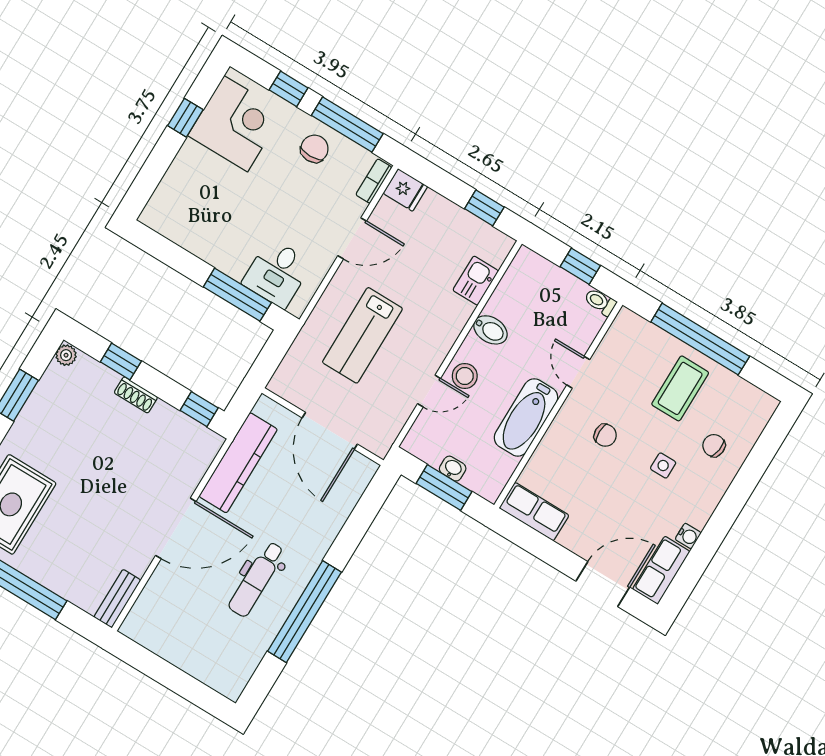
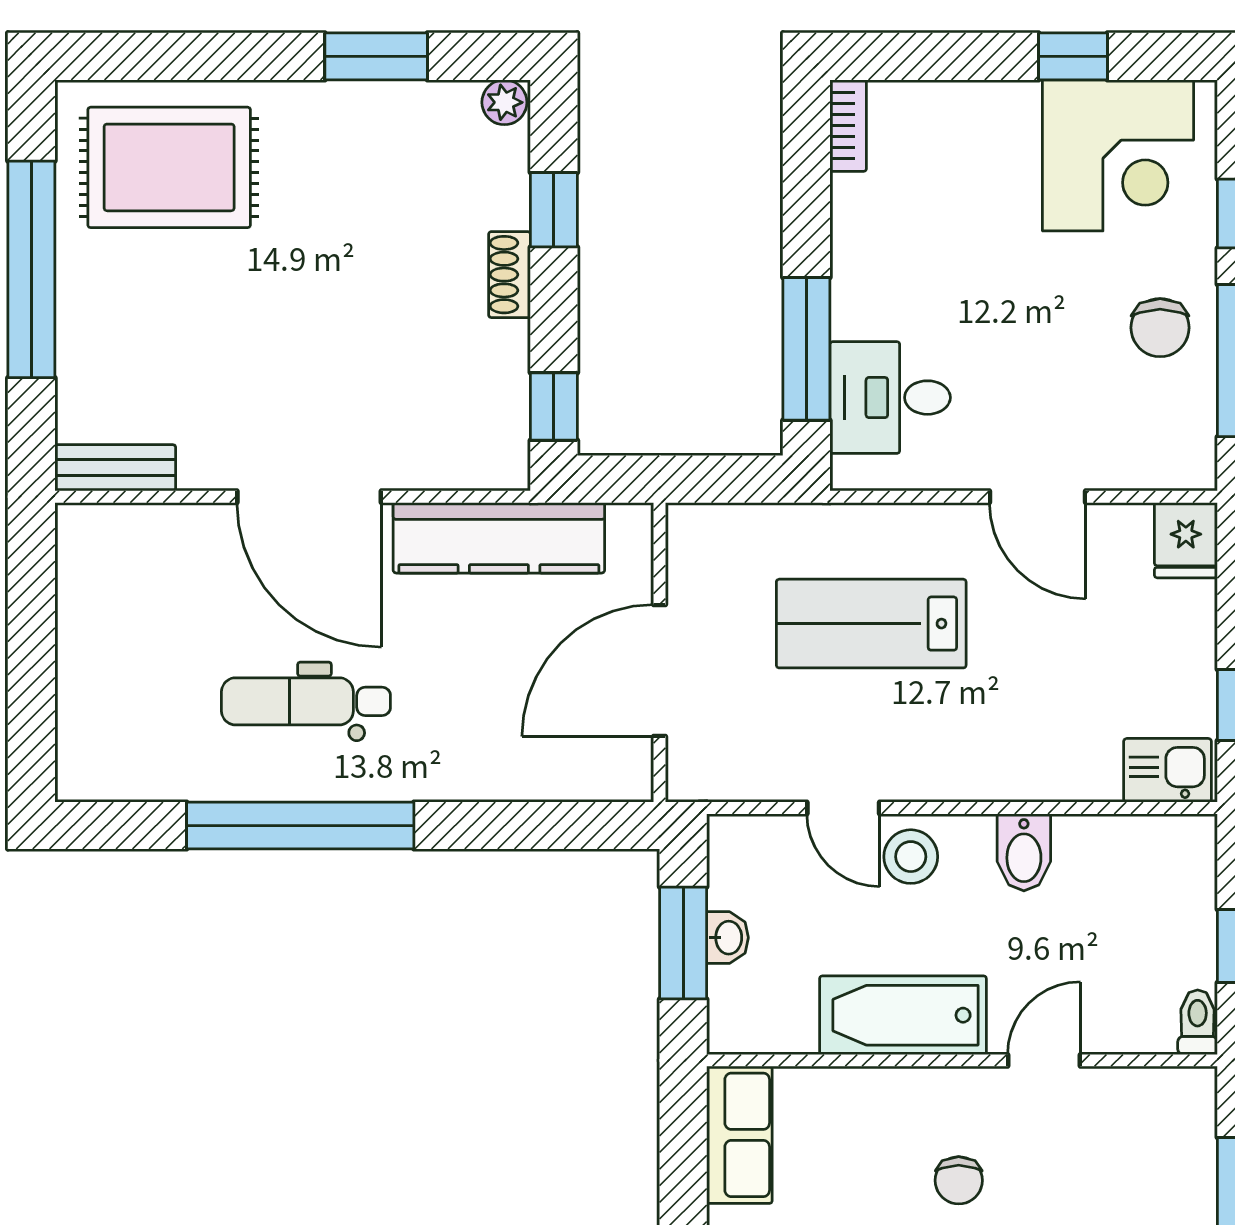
chair: (314, 149) -> (1160, 328), turned 90
bookcase: (374, 181) -> (848, 126), moved, turned 90
kitchen sink: (476, 281) -> (1168, 770), moved

